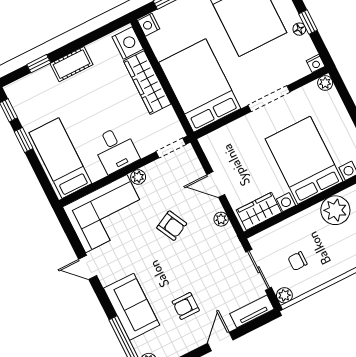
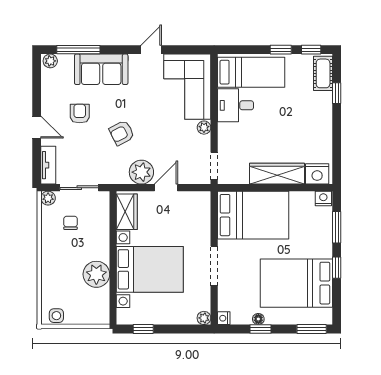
cot: (71, 64) -> (323, 73), moved
desk: (116, 150) -> (236, 105), moved
plant: (221, 219) -> (141, 172), width x1.88, depth x1.88
armchair: (172, 226) -> (122, 133), moved

